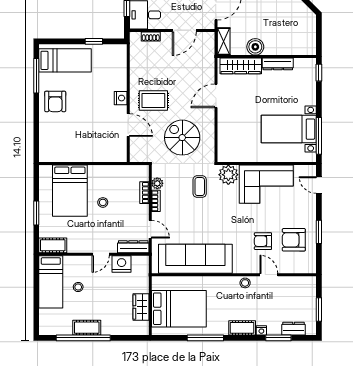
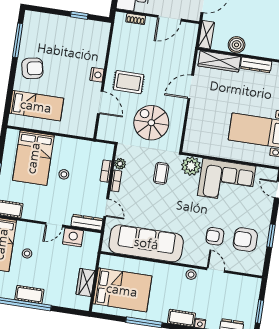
bed: (65, 60) -> (36, 106), moved
armchair: (55, 101) -> (32, 68), turned -101

